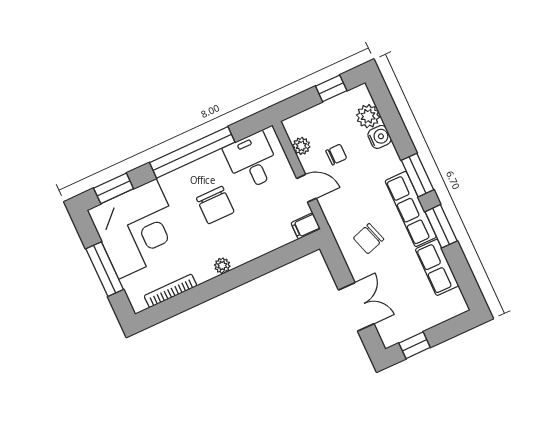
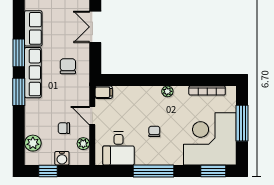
water cooler: (379, 137) -> (62, 158), moved, turned -90
window: (192, 152) -> (153, 171), width x0.68
chair: (215, 205) -> (154, 131), width x0.54, depth x0.54
chair: (369, 239) -> (68, 66), turned -72

